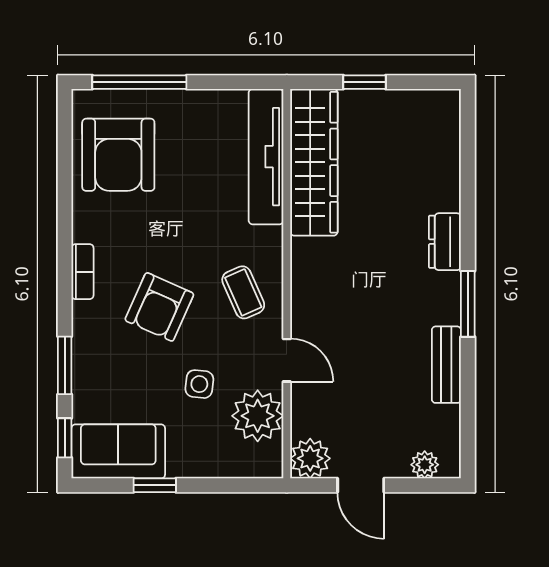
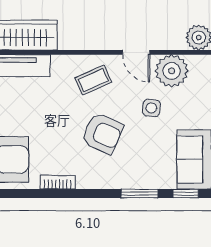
bookcase: (82, 272) -> (58, 182), moved
door: (287, 360) -> (136, 52), swing flipped

